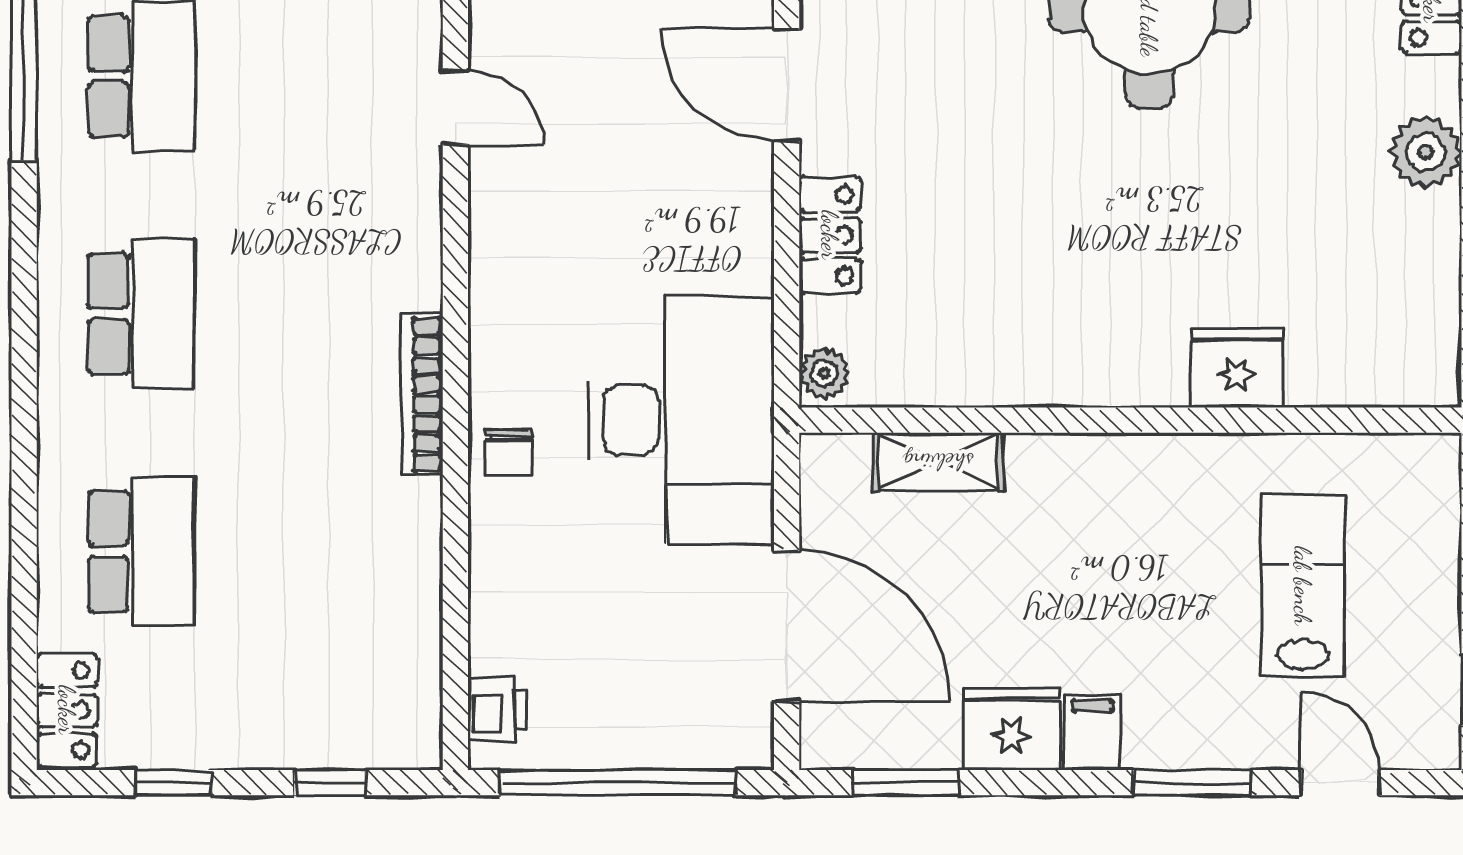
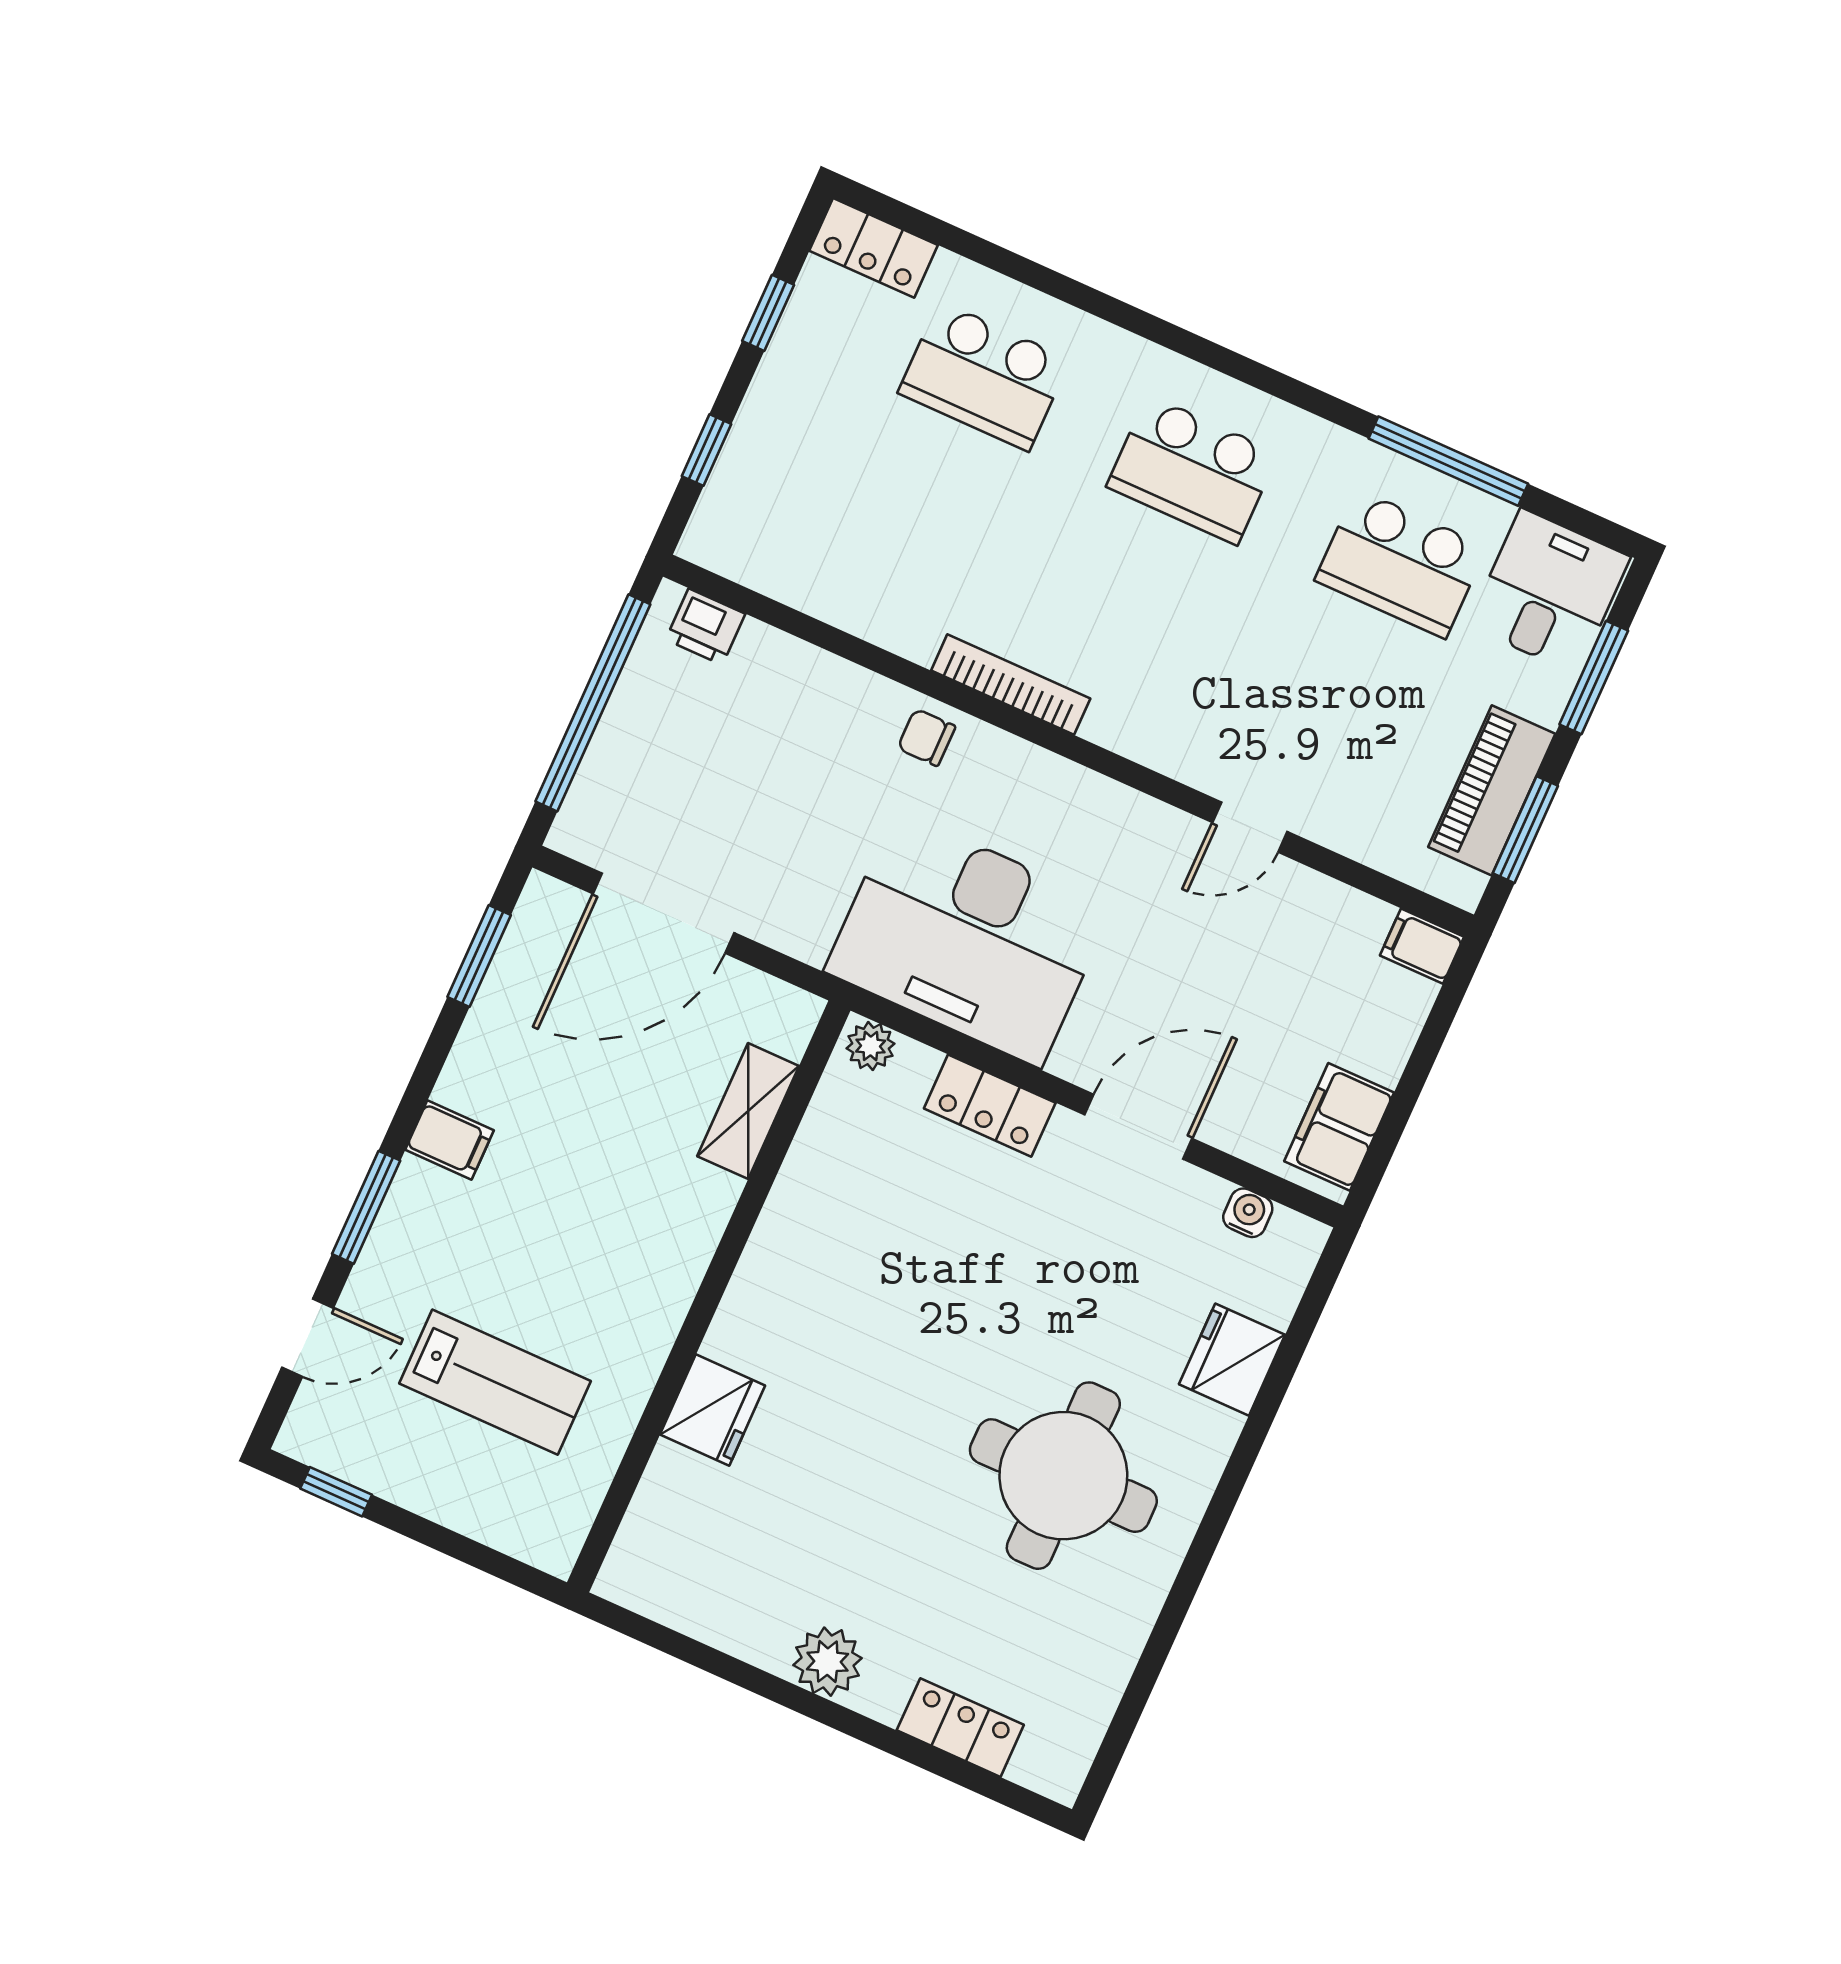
desk: (681, 420) -> (969, 939), moved
fridge: (1011, 729) -> (485, 1070), removed

